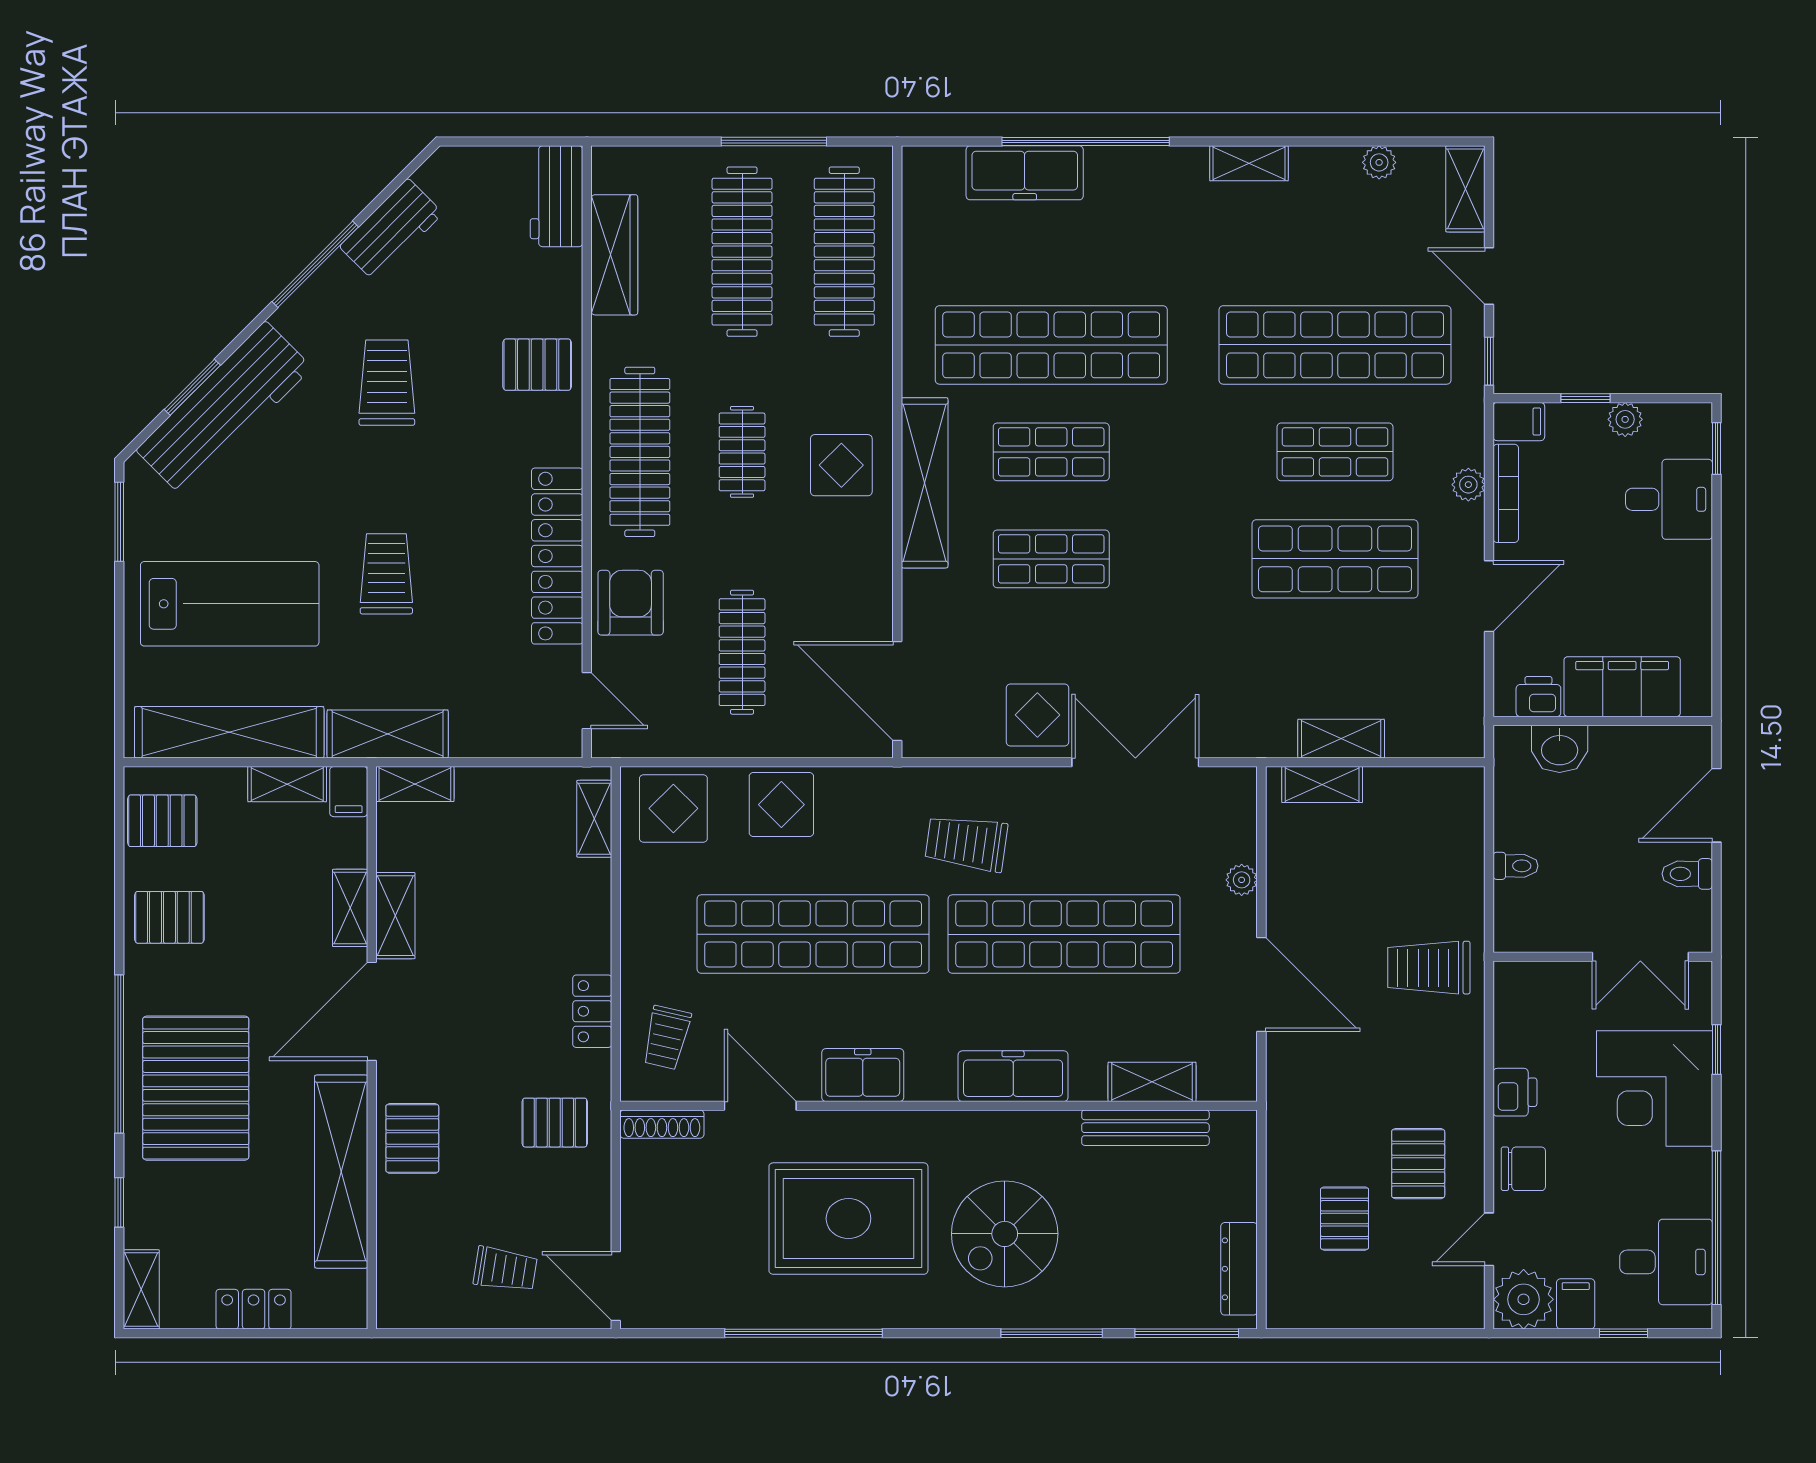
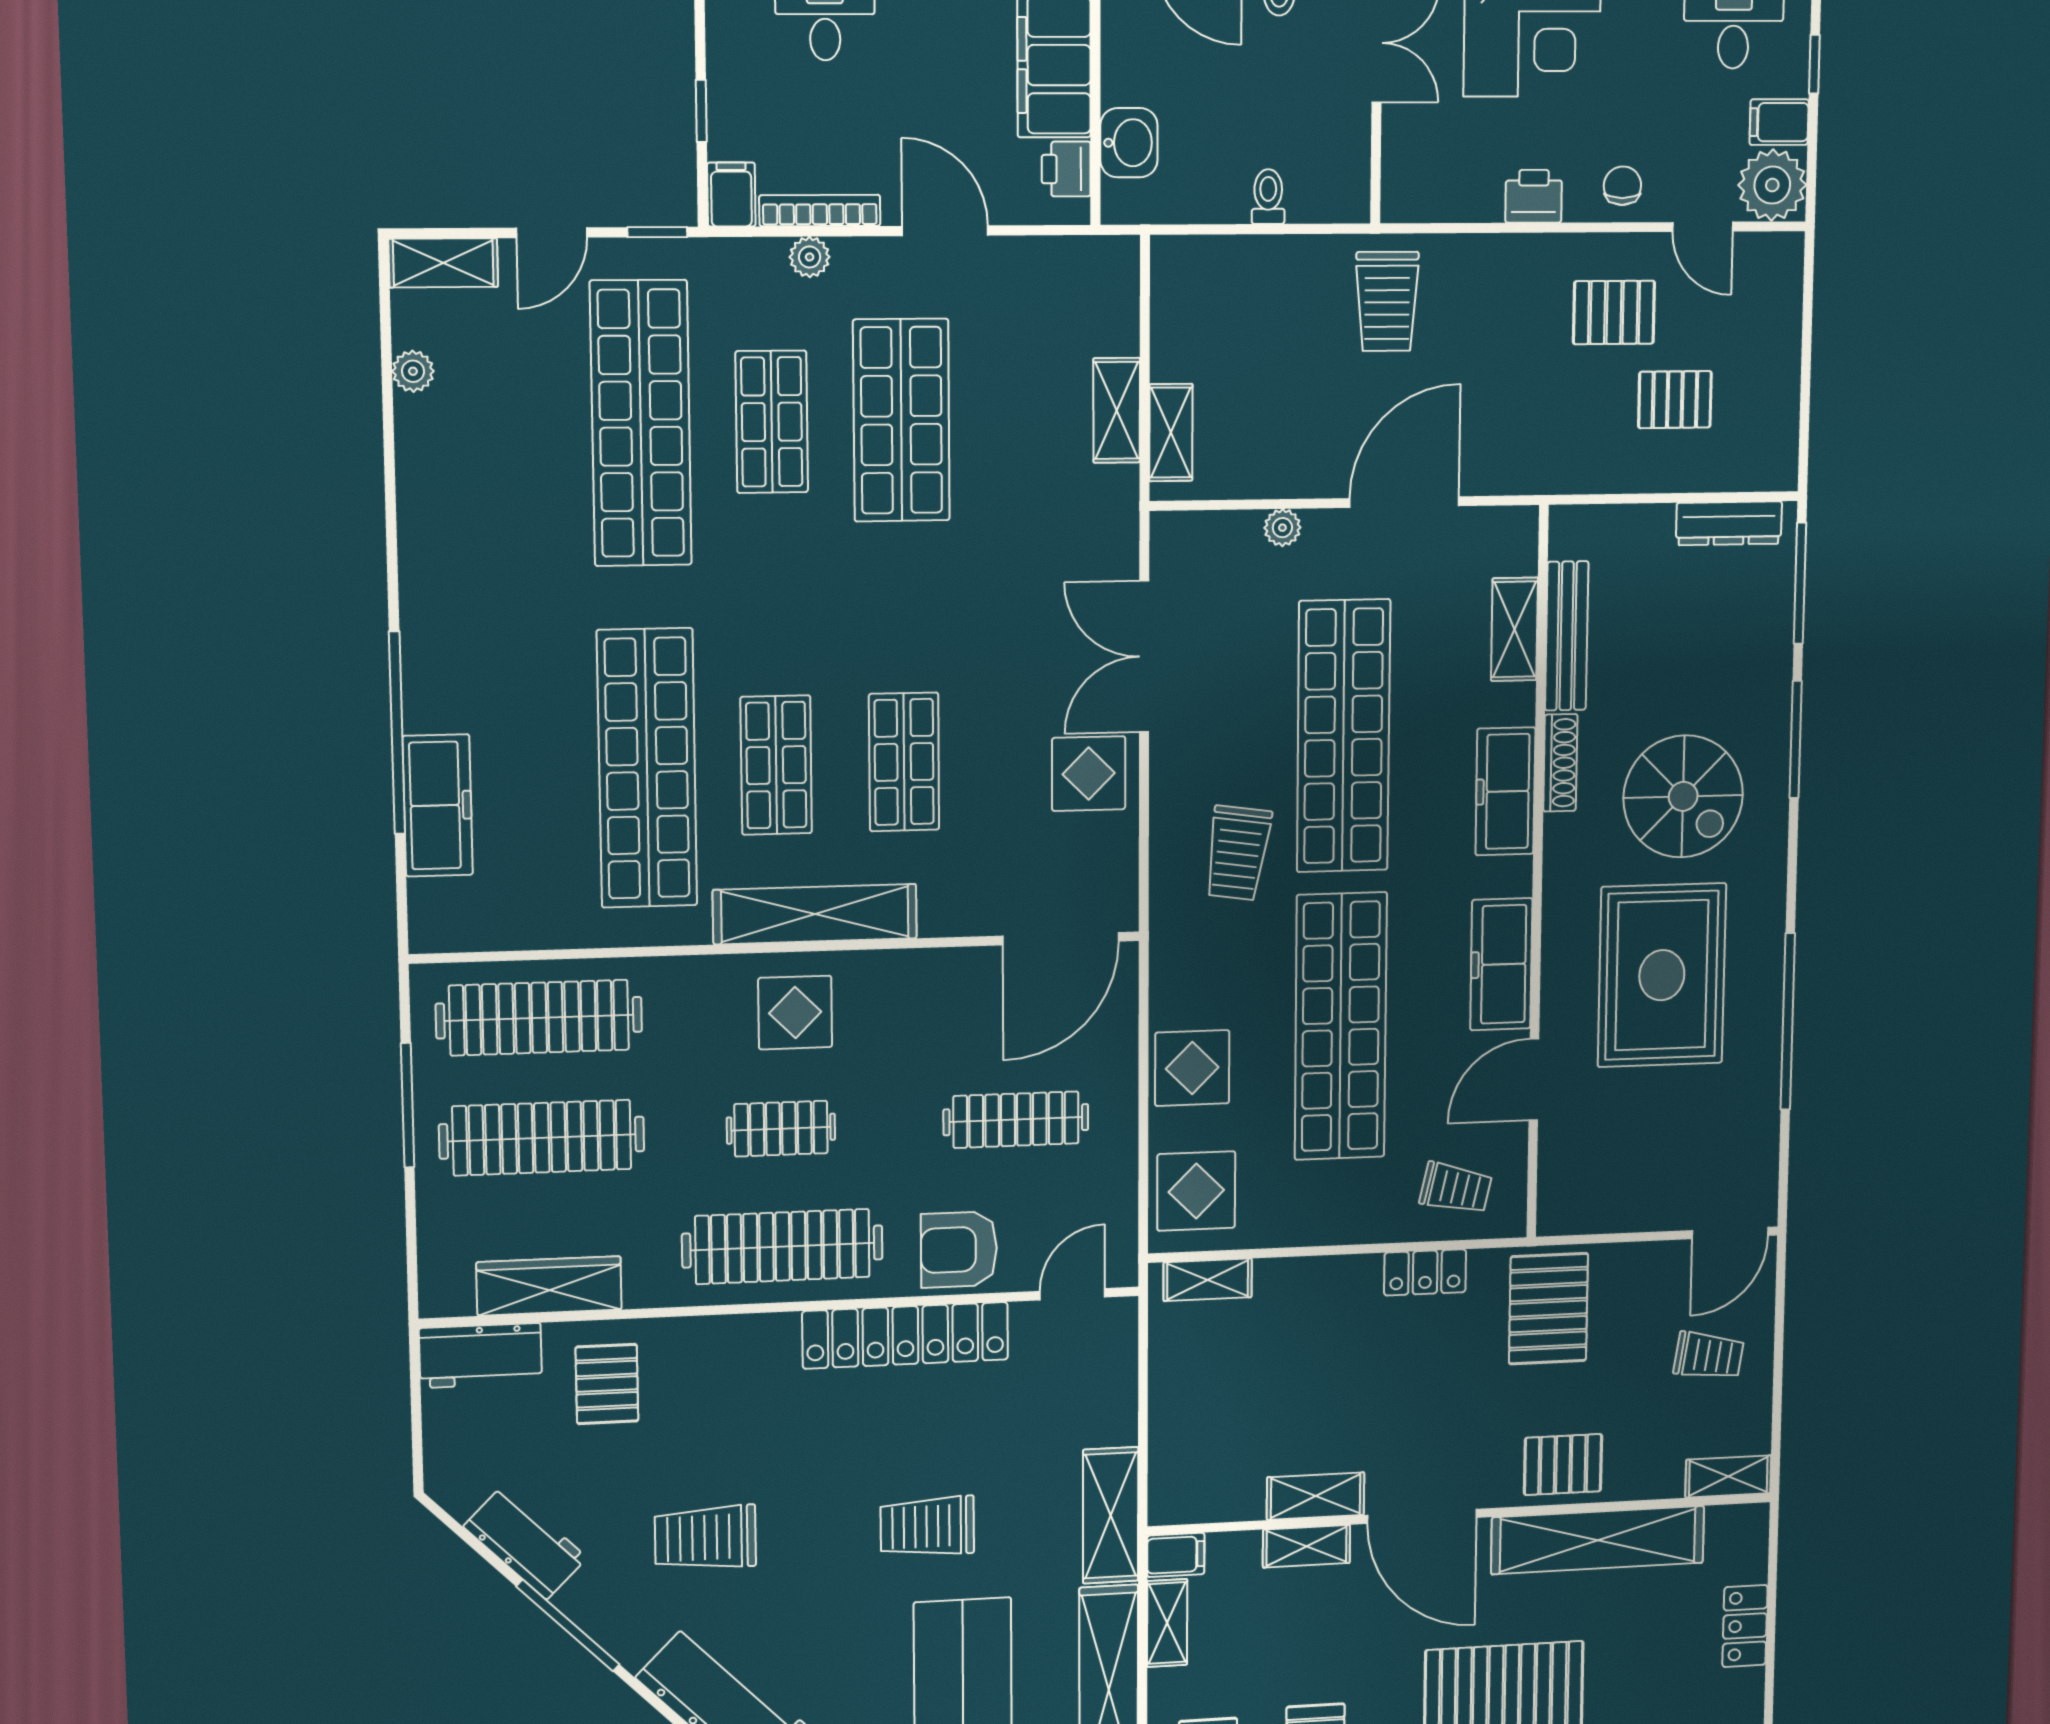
shelving: (1249, 163) -> (418, 533), removed
pallet: (537, 365) -> (607, 1384), moved
plant: (1625, 419) -> (727, 61), removed
shelving: (415, 784) -> (1728, 1477), moved, turned 90
freezer: (863, 1075) -> (1501, 964), width x1.40
pallet: (555, 1123) -> (1548, 1309), width x1.50, depth x1.42
shoe rack: (662, 1124) -> (1560, 763), moved
chair: (1523, 1169) -> (1622, 186), width x0.73, depth x0.73
trolley: (505, 1269) -> (1709, 1356), turned 90

